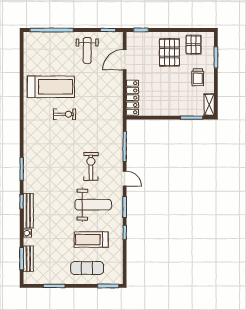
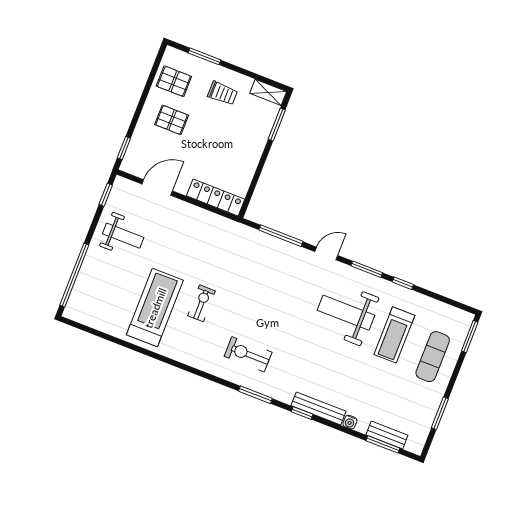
pallet: (169, 52) -> (172, 120), width x0.67, depth x0.71
door: (125, 60) -> (157, 188), swing flipped
exercise bike: (91, 166) -> (248, 354), moved
weight bench: (93, 205) -> (346, 313), turned -90

